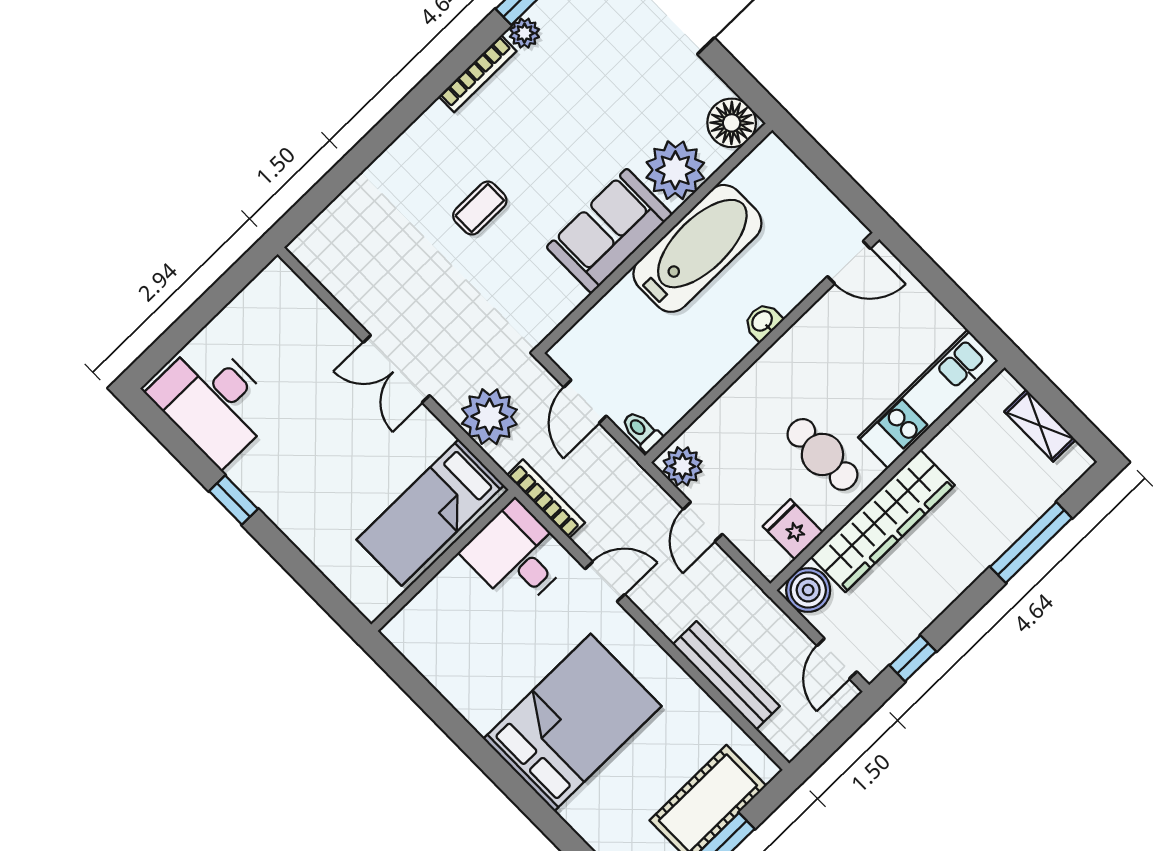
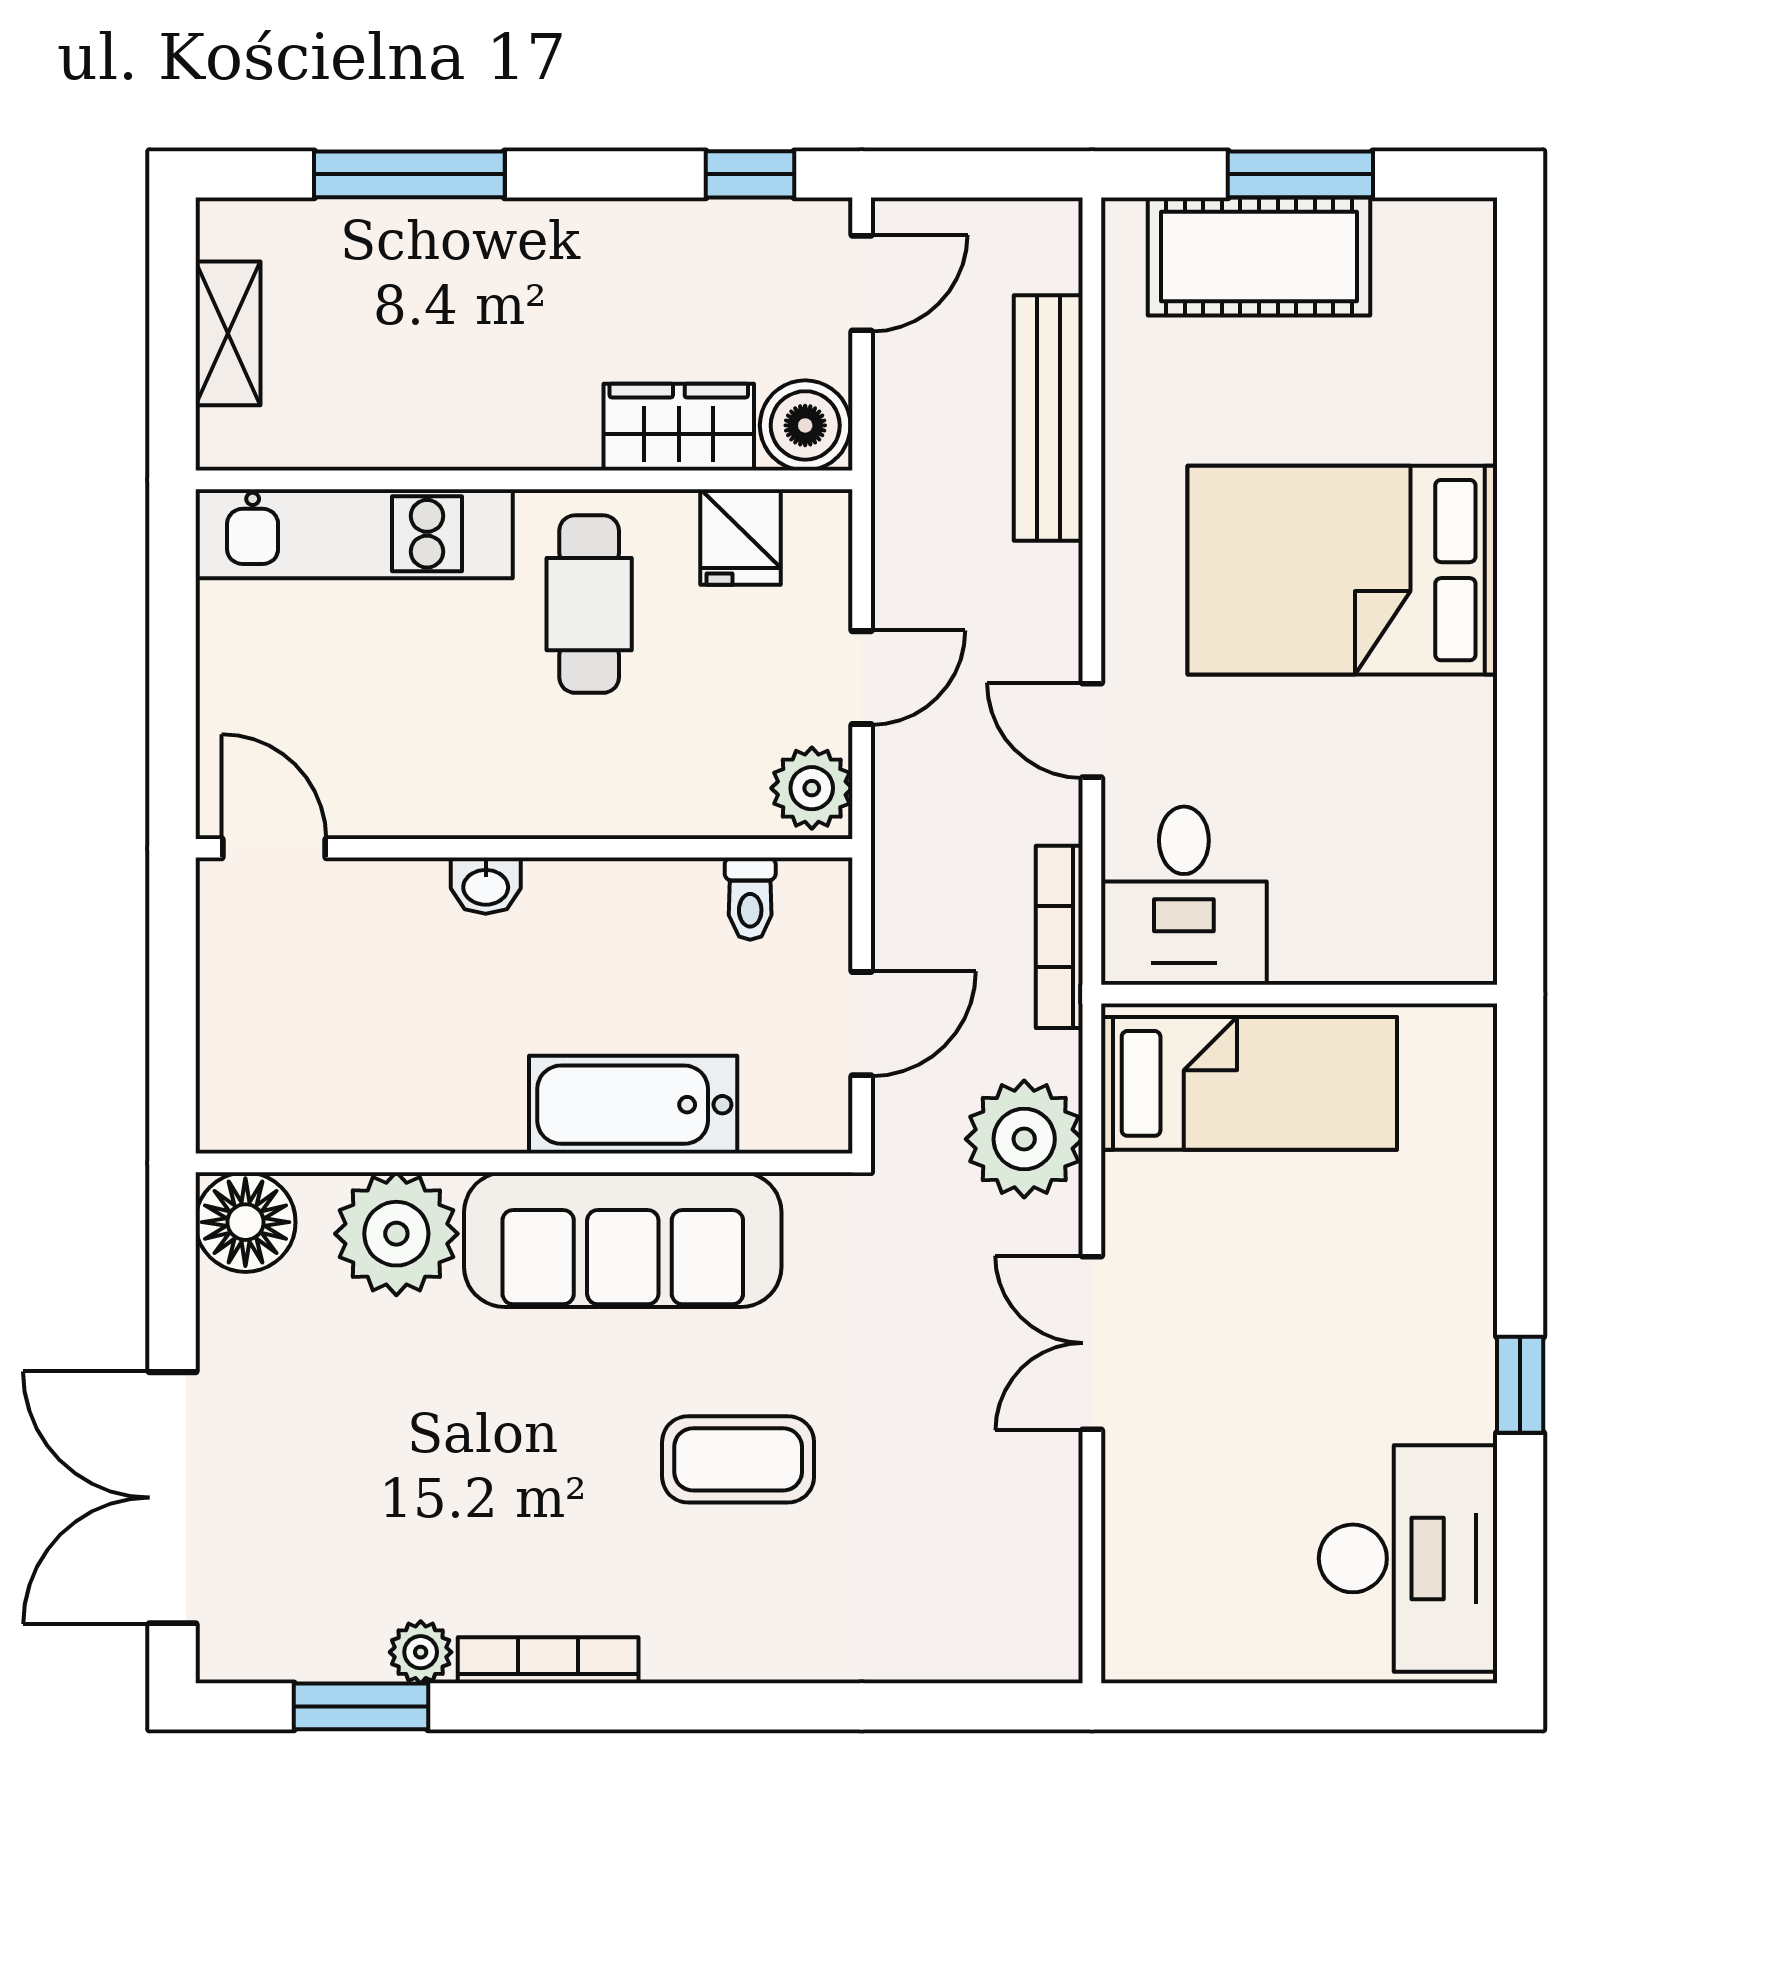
coffee table: (480, 208) -> (738, 1459), width x1.36, depth x1.30
sofa: (609, 231) -> (623, 1240), width x1.36
bathtub: (697, 248) -> (633, 1105), moved, width x0.73, depth x0.73
double door: (396, 369) -> (1092, 1343), swing flipped
toilet: (642, 431) -> (750, 899), moved
wardrobe: (883, 521) -> (679, 427), width x0.48, depth x0.85

